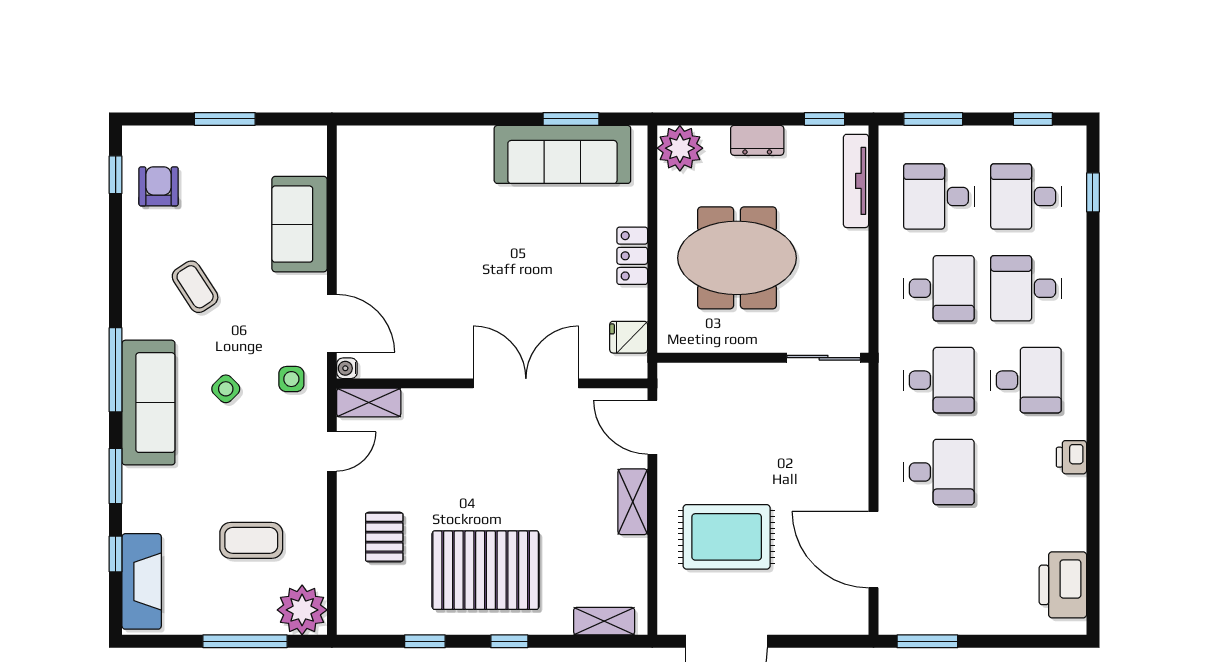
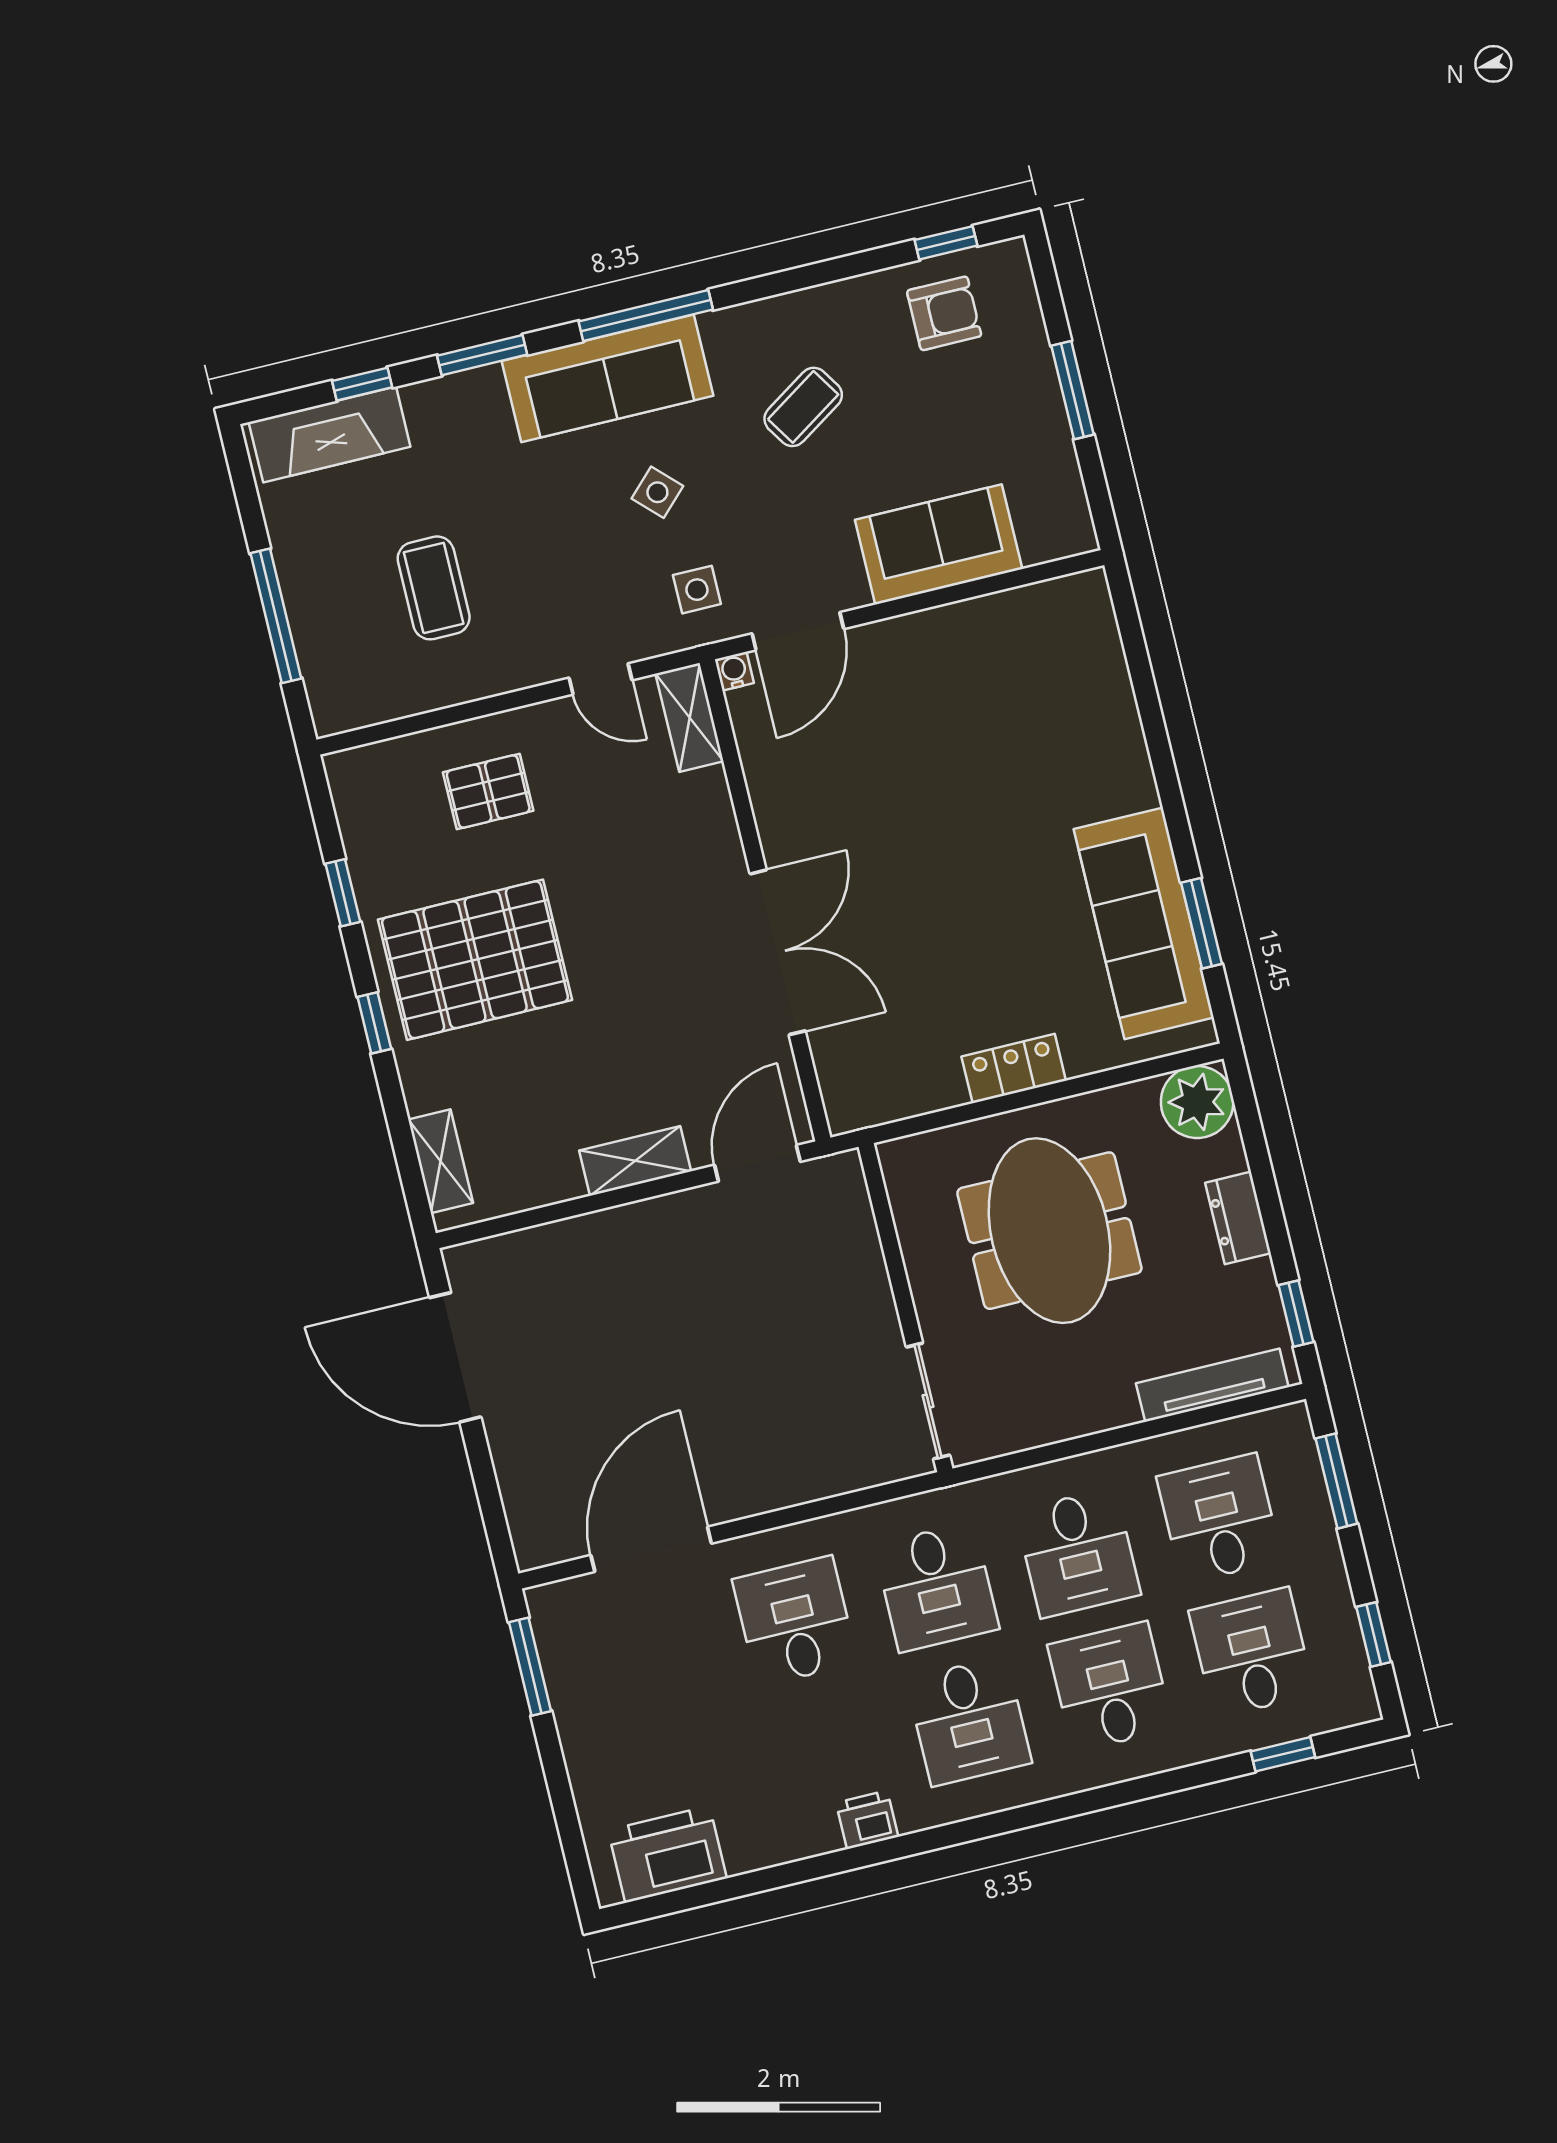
fridge: (629, 337) -> (887, 1093), removed
desk: (939, 472) -> (795, 1621), turned 180
rug: (727, 537) -> (616, 1319), removed
pallet: (486, 570) -> (475, 960), turned 90
plant: (302, 610) -> (345, 692), removed

